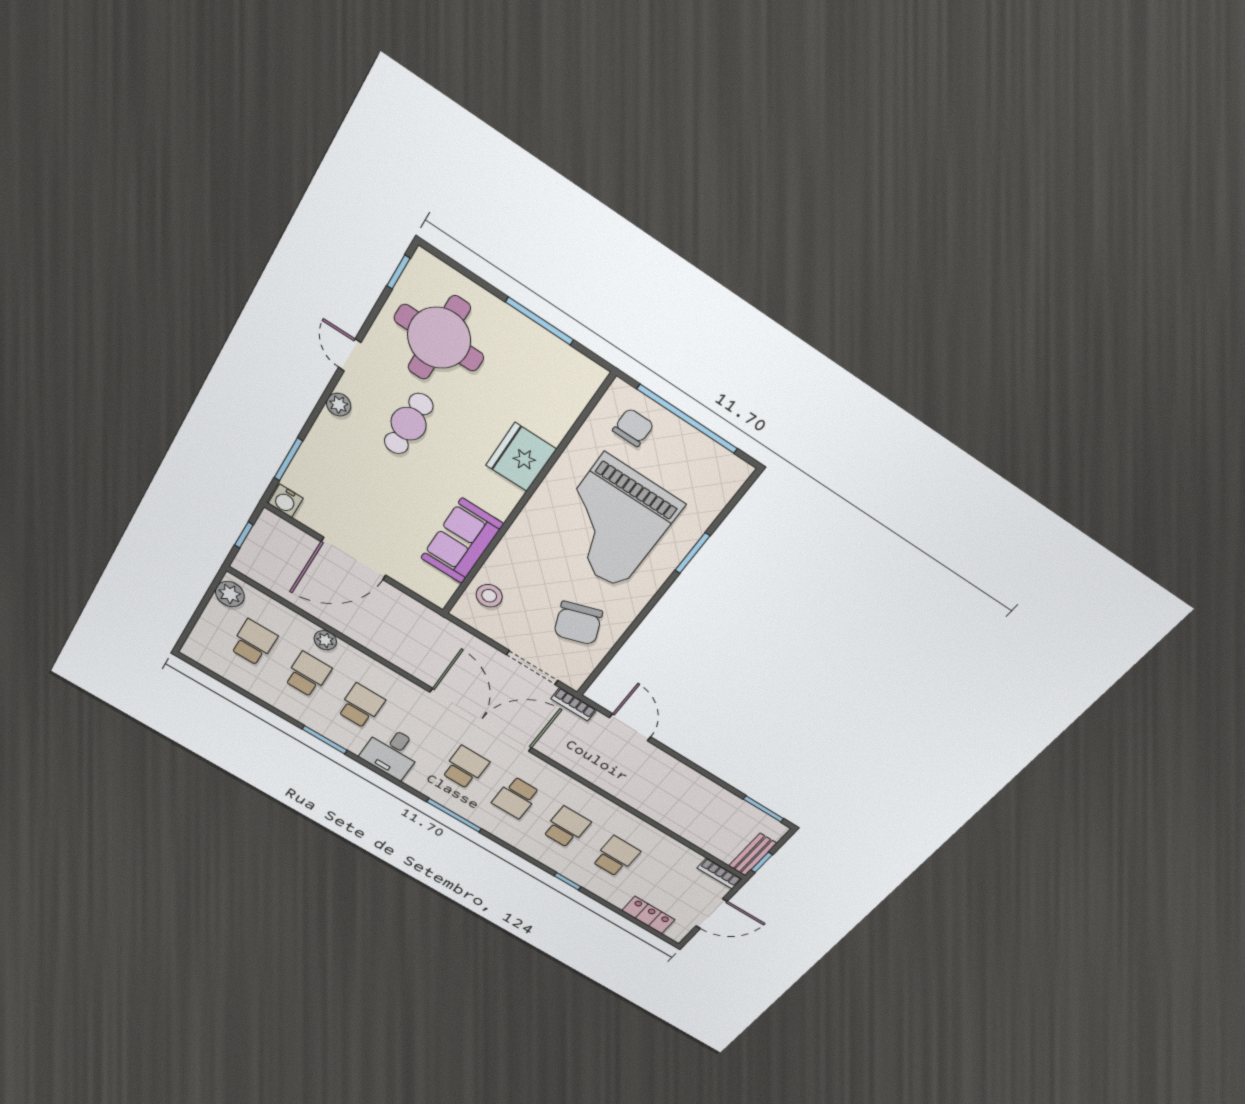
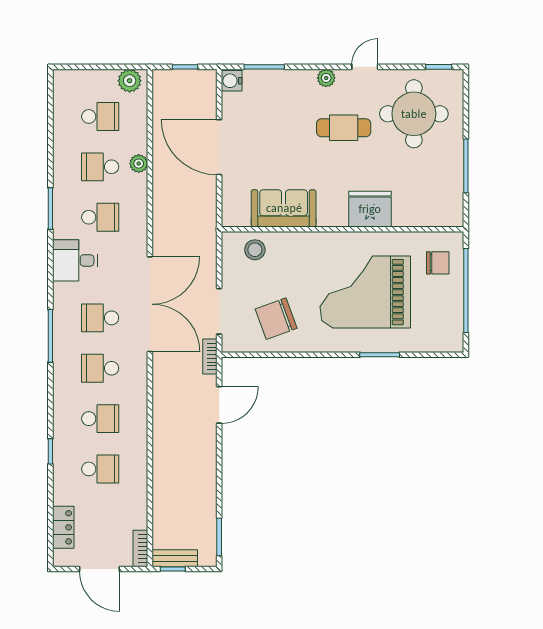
school desk: (308, 674) -> (100, 167), turned 180
school desk: (465, 767) -> (100, 318), turned 180

